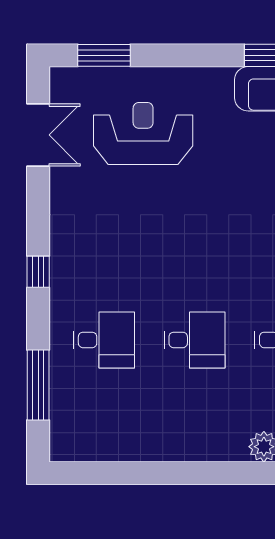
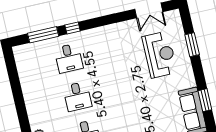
window: (104, 55) -> (192, 45), moved
window: (38, 272) -> (73, 28), moved

